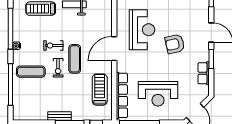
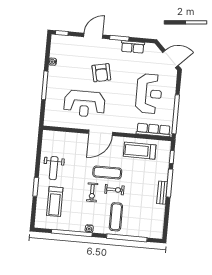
reception desk: (142, 30) -> (84, 104), turned 180
door: (114, 49) -> (101, 133), hinge flipped
row of seats: (122, 95) -> (153, 130), width x0.73

